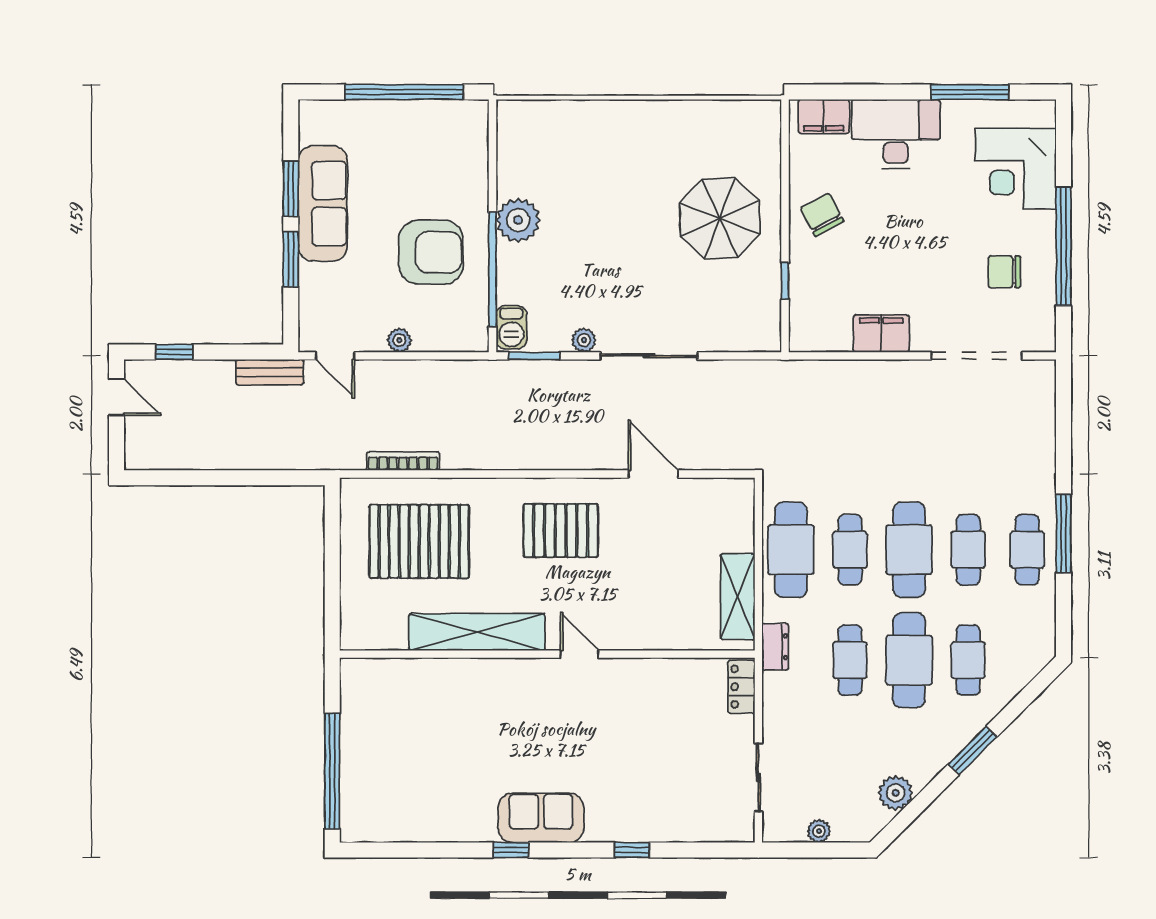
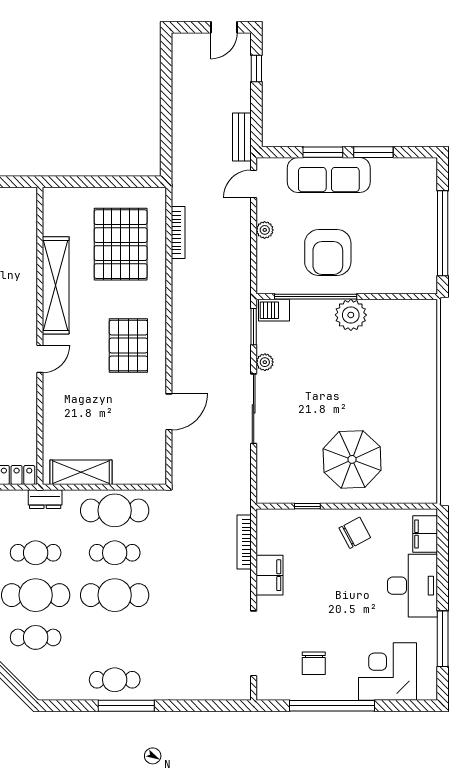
sofa: (323, 203) -> (329, 175), moved
chair: (1004, 272) -> (314, 663), turned 180
bookcase: (835, 369) -> (244, 542), added
cafe table: (968, 550) -> (115, 637), removed

